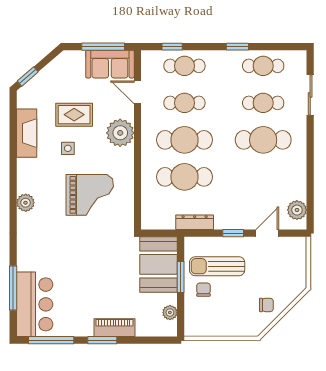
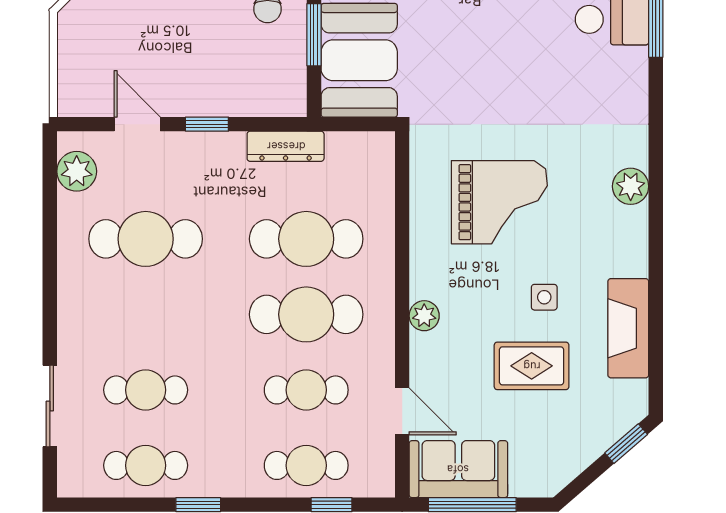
plant: (120, 133) -> (424, 316), width x0.53, depth x0.53
cafe table: (263, 140) -> (146, 239), moved
grand piano: (90, 195) -> (499, 202), turned 180
door: (267, 233) -> (137, 124), swing flipped
sun lounger: (217, 266) -> (240, 57), removed

